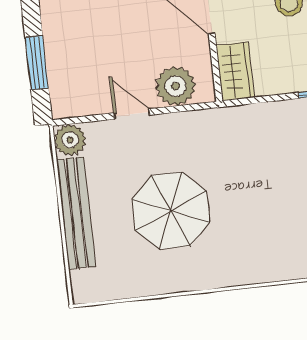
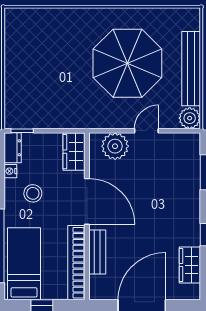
door: (132, 114) -> (146, 131), swing flipped
parasol: (171, 211) -> (127, 63), width x1.36, depth x1.36

